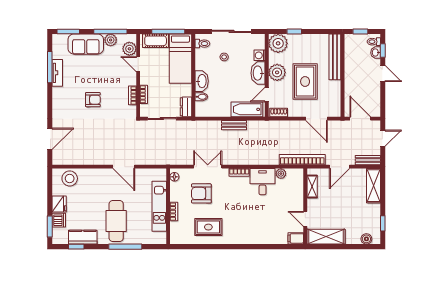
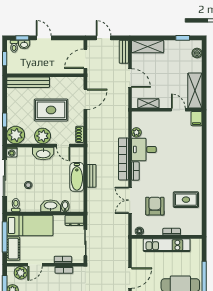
washing machine: (260, 55) -> (12, 152), moved
door: (383, 74) -> (44, 38), hinge flipped
bathtub: (247, 109) -> (77, 177), moved
bookcase: (302, 160) -> (123, 159), moved
armchair: (201, 193) -> (155, 206), turned 180
door: (305, 219) -> (178, 110), swing flipped
rug: (208, 227) -> (186, 200), turned 90

